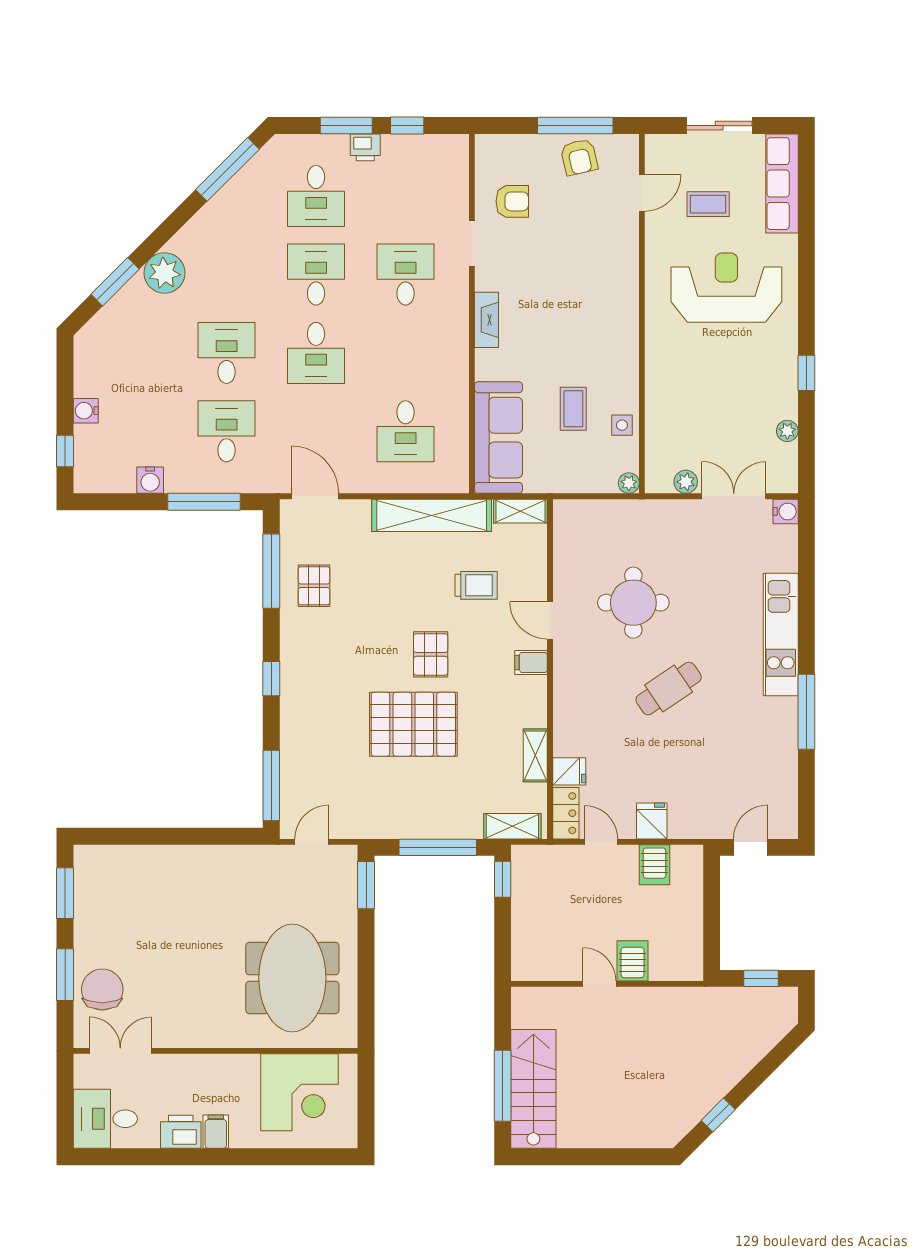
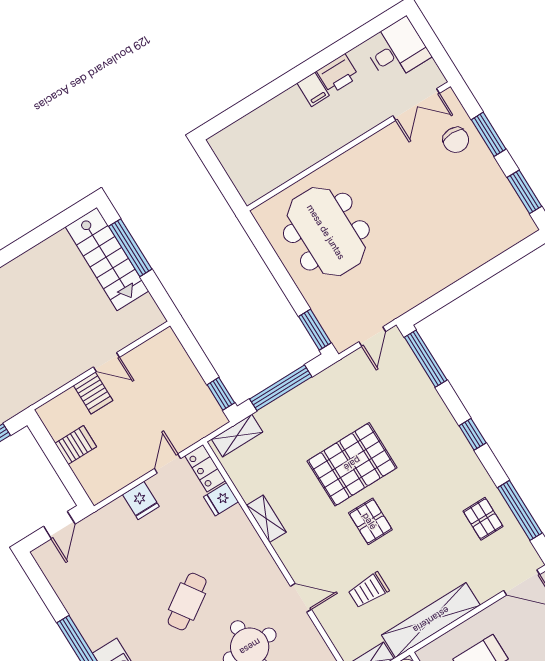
filing cabinet: (531, 662) -> (296, 560), removed
shelving: (535, 755) -> (266, 519), moved
door: (601, 842) -> (168, 463), swing flipped
server rack: (654, 865) -> (76, 445), moved, turned 90
chair: (102, 990) -> (456, 140), width x0.73, depth x0.73
corner desk: (299, 1092) -> (271, 154), removed

